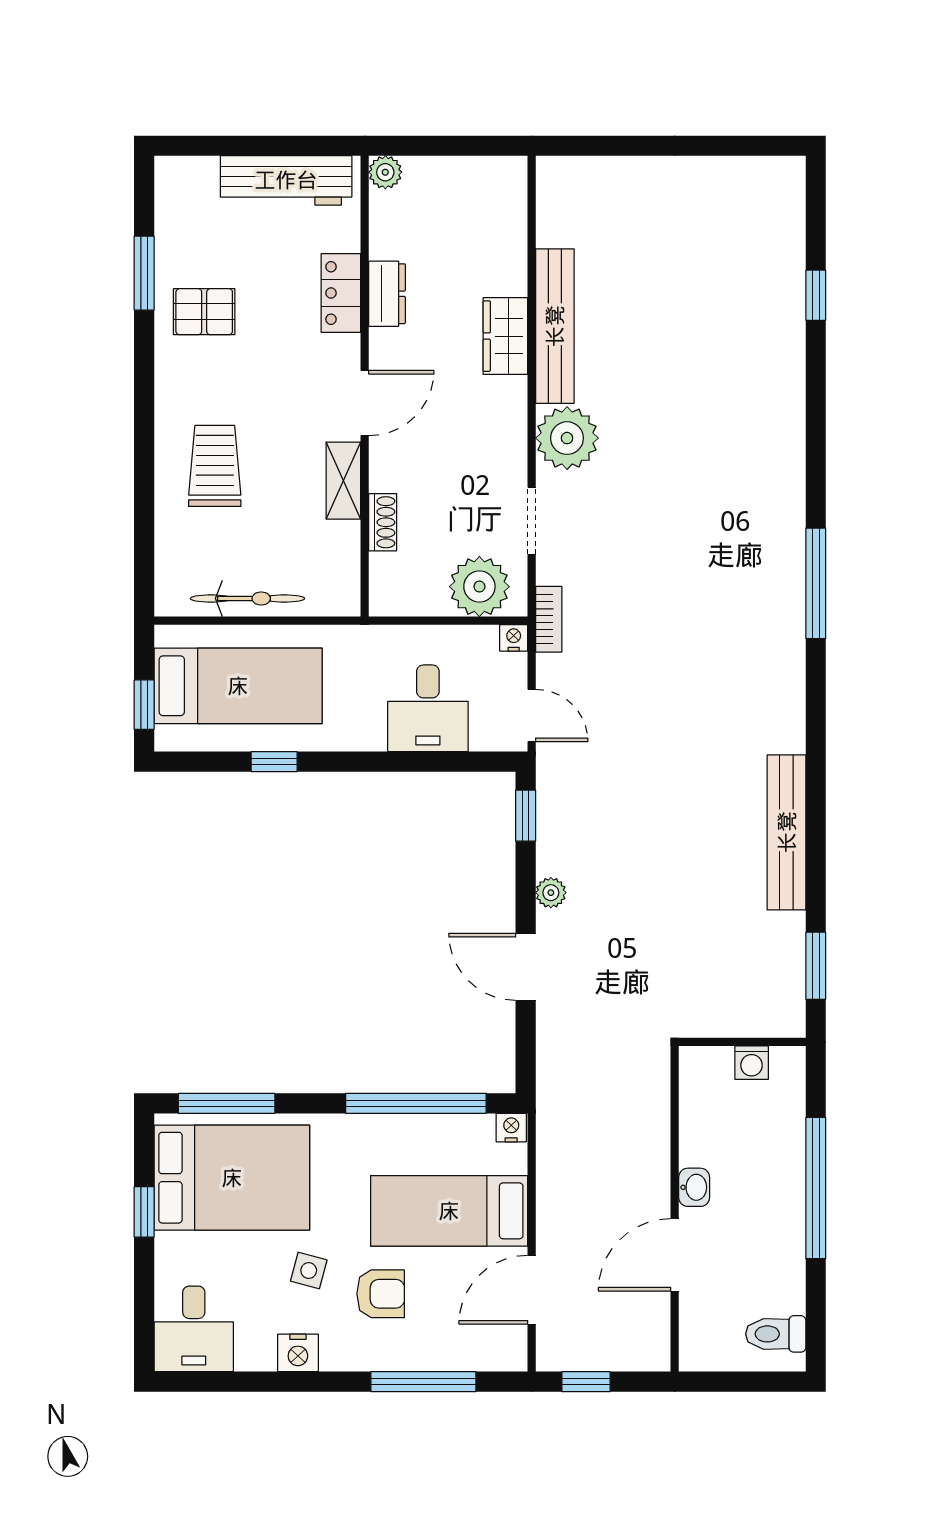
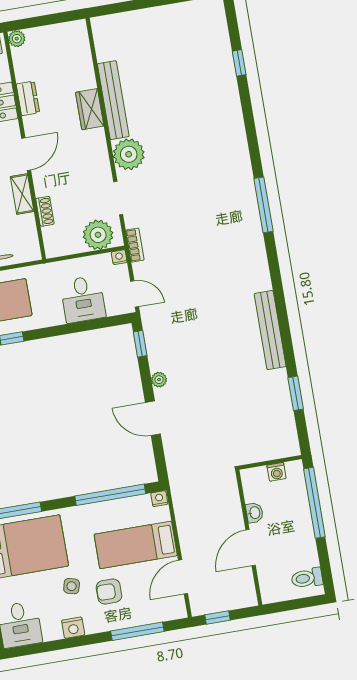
wall: (742, 1042) -> (270, 462), moved
washing machine: (752, 1063) -> (277, 472), moved
armchair: (381, 1294) -> (109, 592), turned 180

